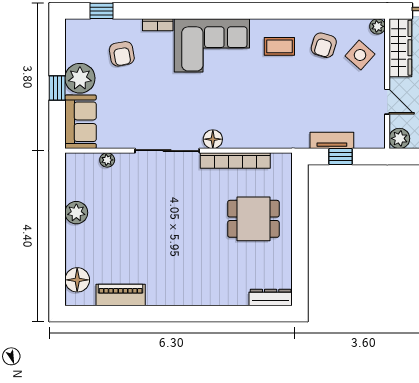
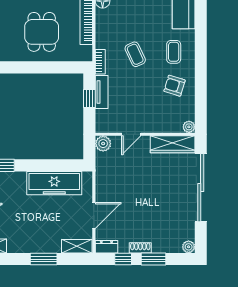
side table: (360, 55) -> (167, 113), removed
coffee table: (283, 97) -> (135, 54), added
bookcase: (292, 142) -> (100, 62), added

